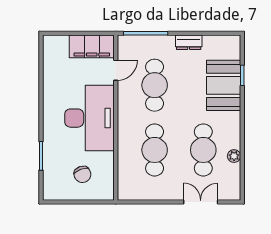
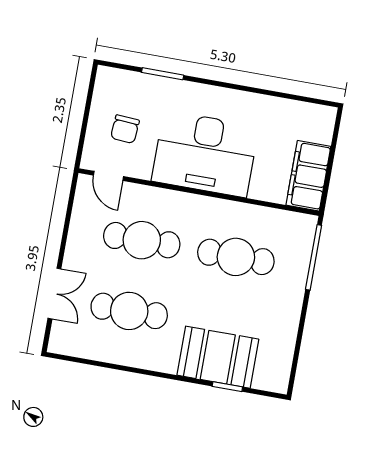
dresser: (189, 42) -> (289, 318), removed
door: (116, 70) -> (109, 176), moved
plant: (234, 156) -> (112, 354), removed
chair: (82, 174) -> (125, 129), turned -66

